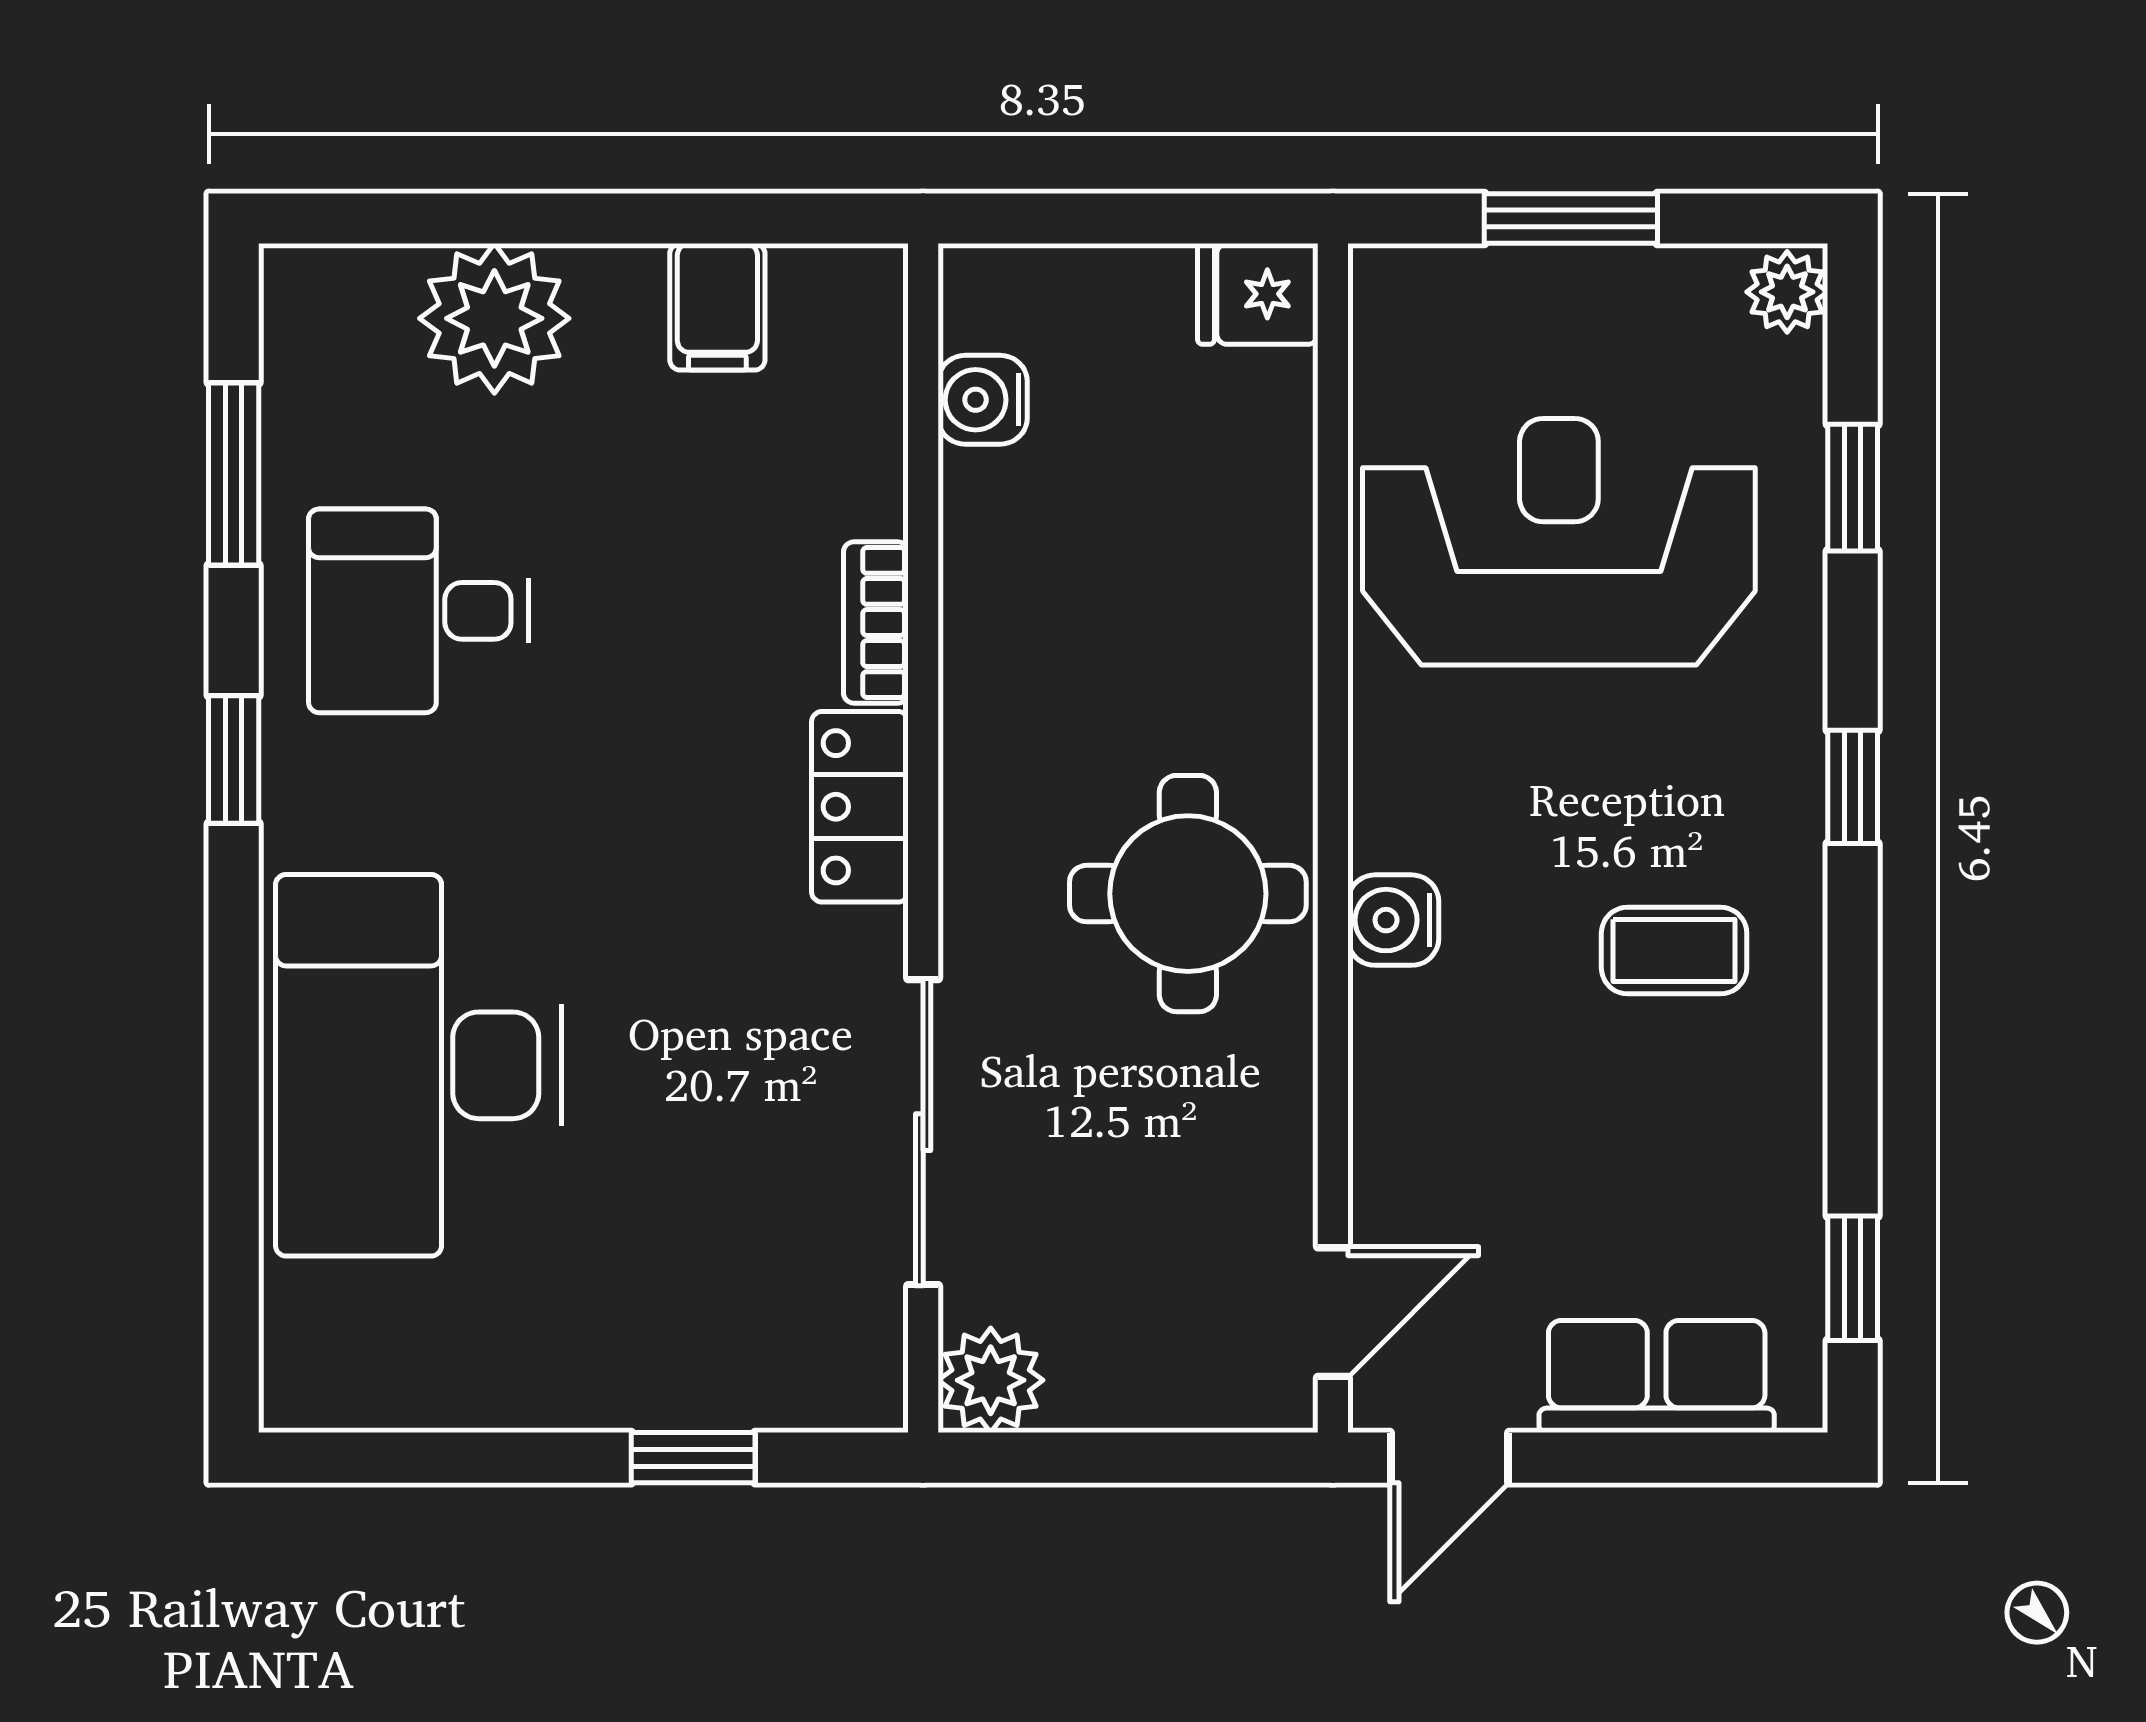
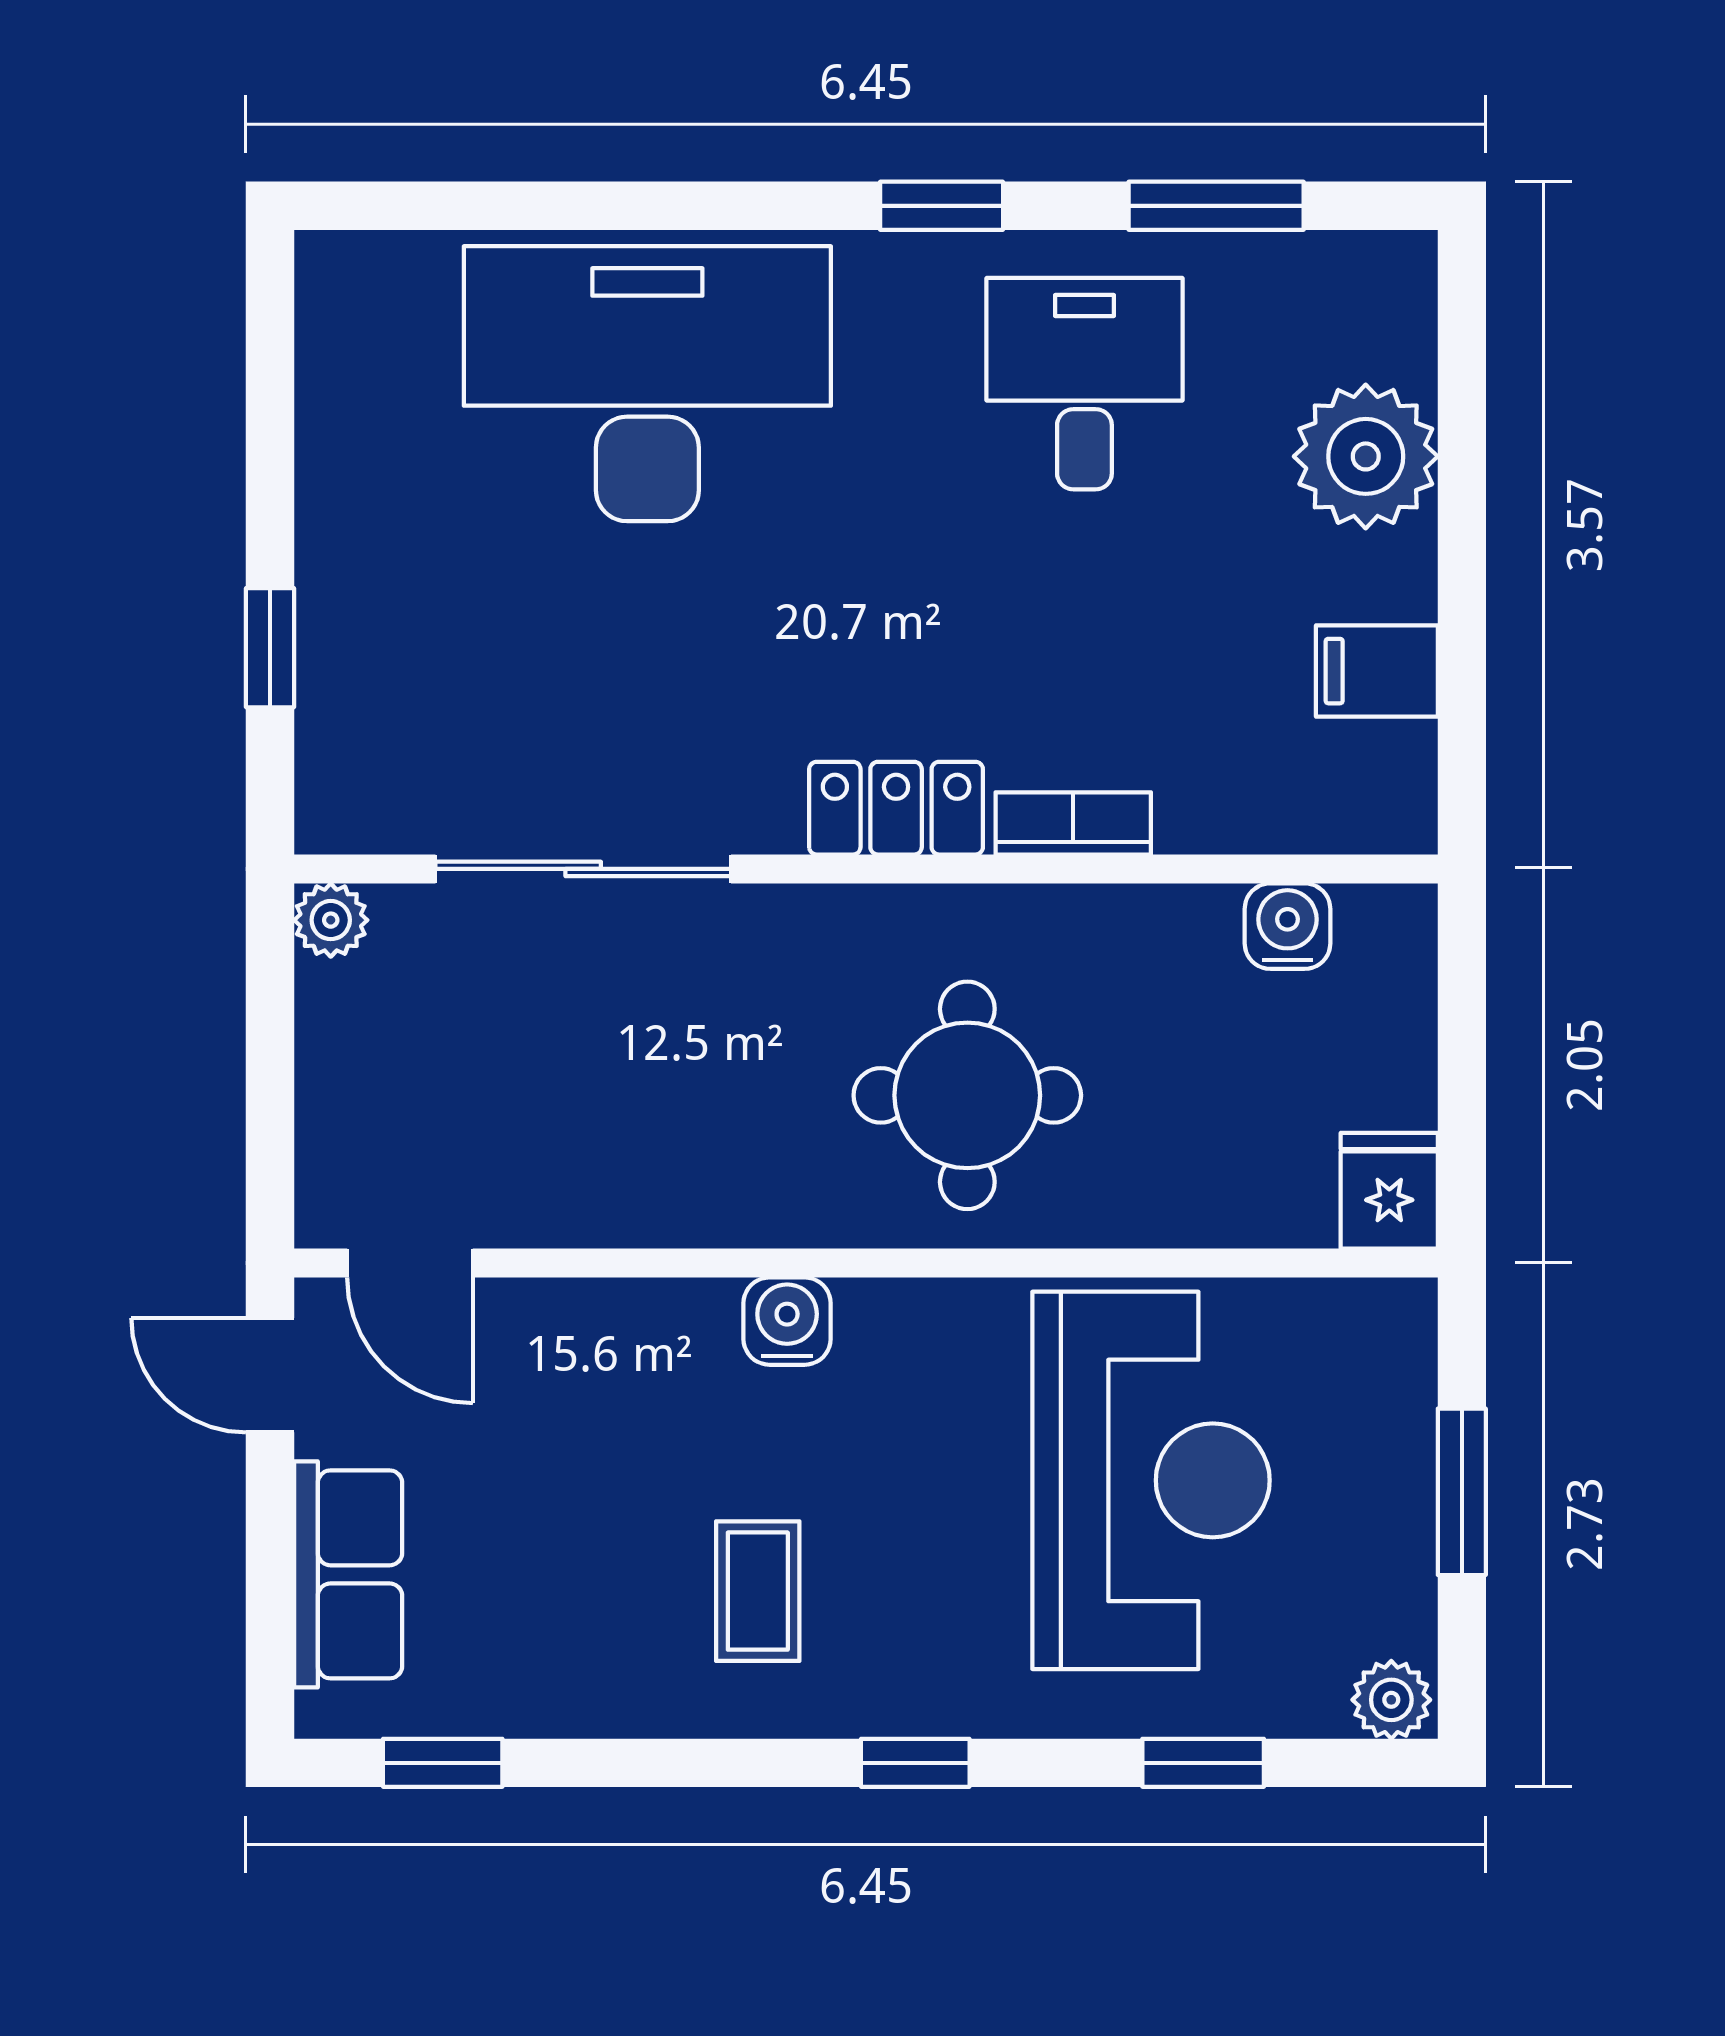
round table: (1188, 894) -> (967, 1095), moved
plant: (991, 1380) -> (331, 920), width x0.73, depth x0.73

